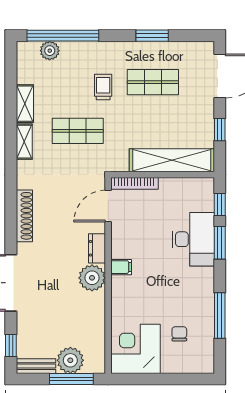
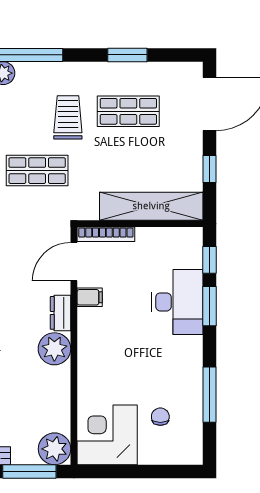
trolley: (103, 87) -> (68, 117), width x1.36, depth x1.39
filing cabinet: (121, 267) -> (90, 297), moved
plant: (70, 360) -> (55, 449), moved

